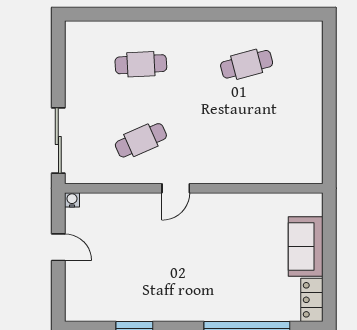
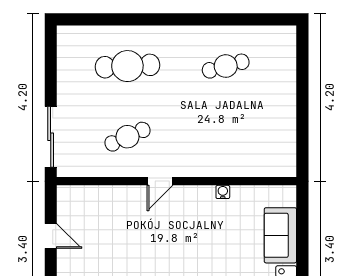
cafe table: (141, 64) -> (127, 66), width x1.37, depth x1.35
water cooler: (72, 200) -> (223, 192), moved

